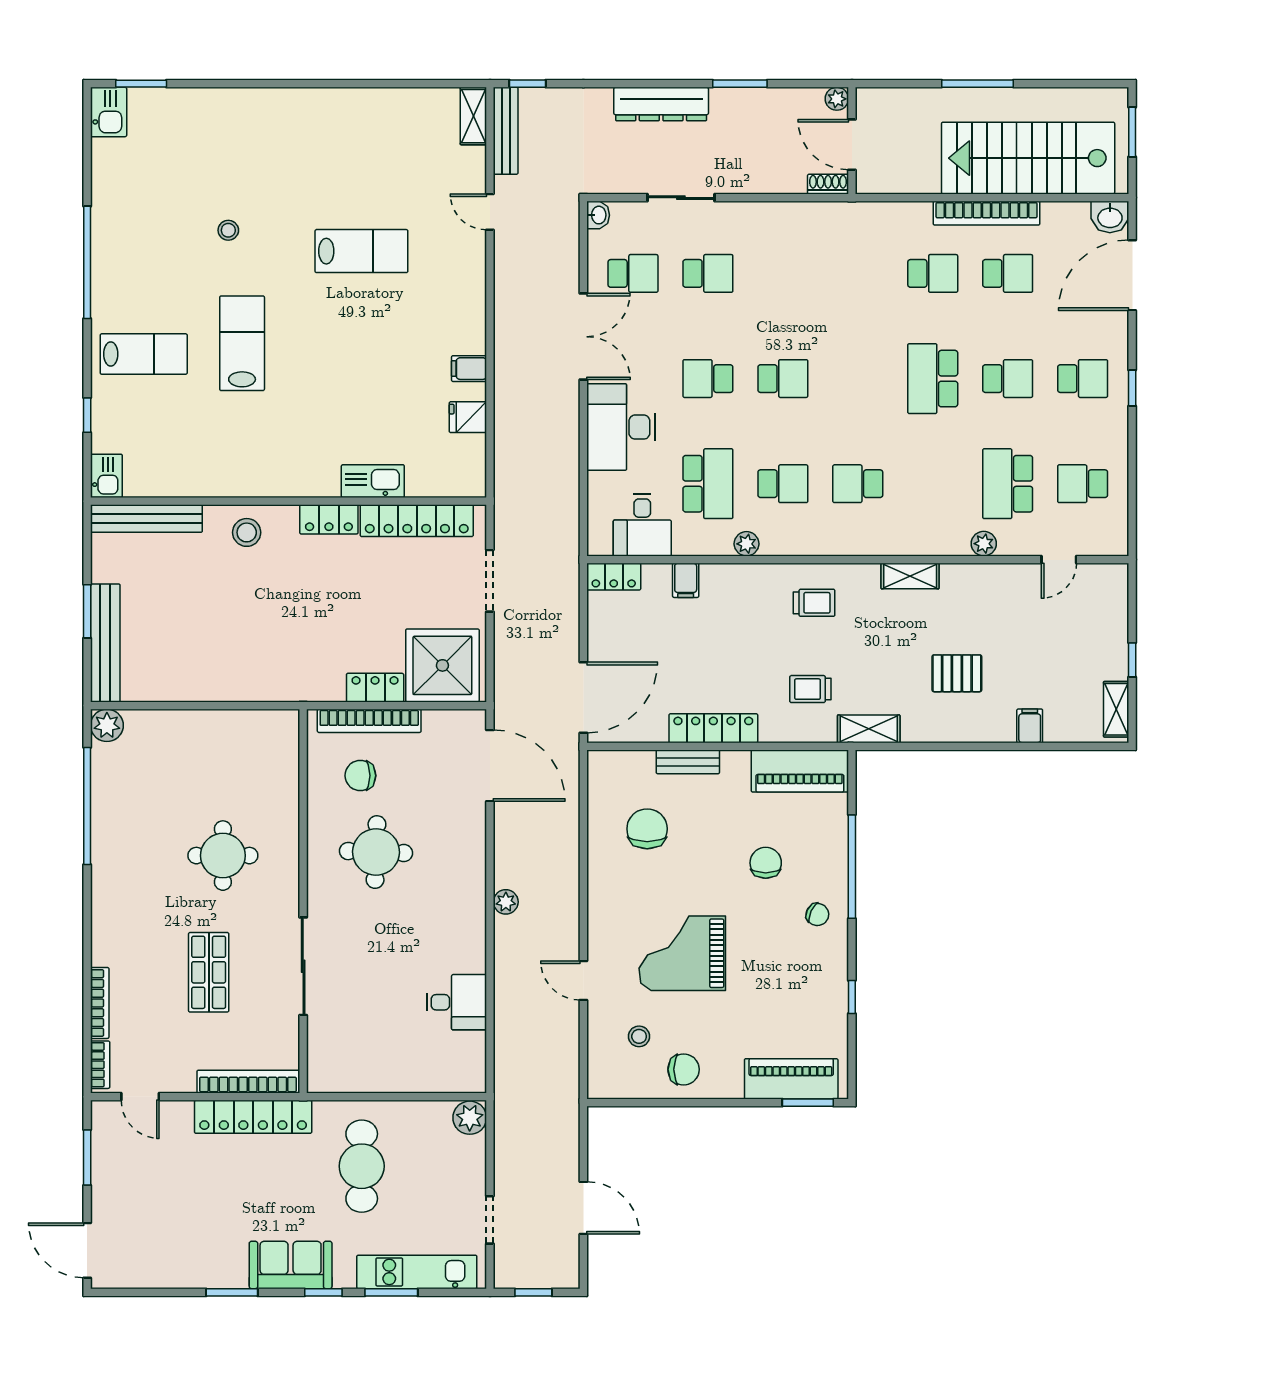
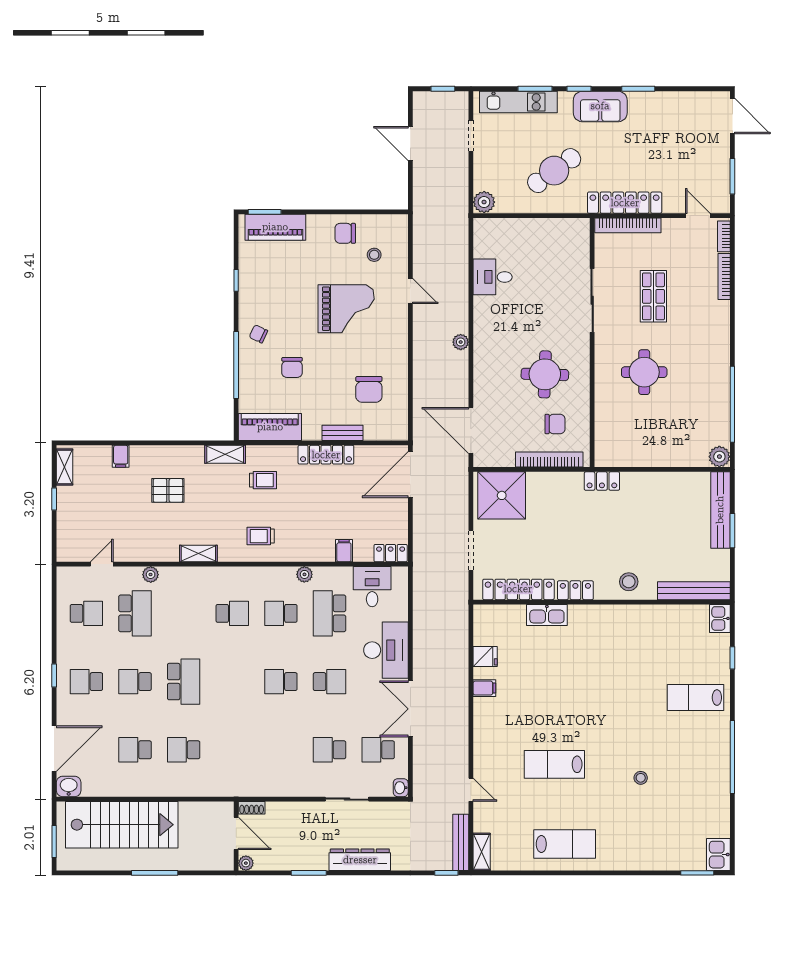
bookcase: (986, 213) -> (149, 789), removed
lab bench: (242, 343) -> (565, 844), moved, turned -90
locker: (375, 688) -> (602, 481), moved
cafe table: (362, 1166) -> (554, 171), turned 54

